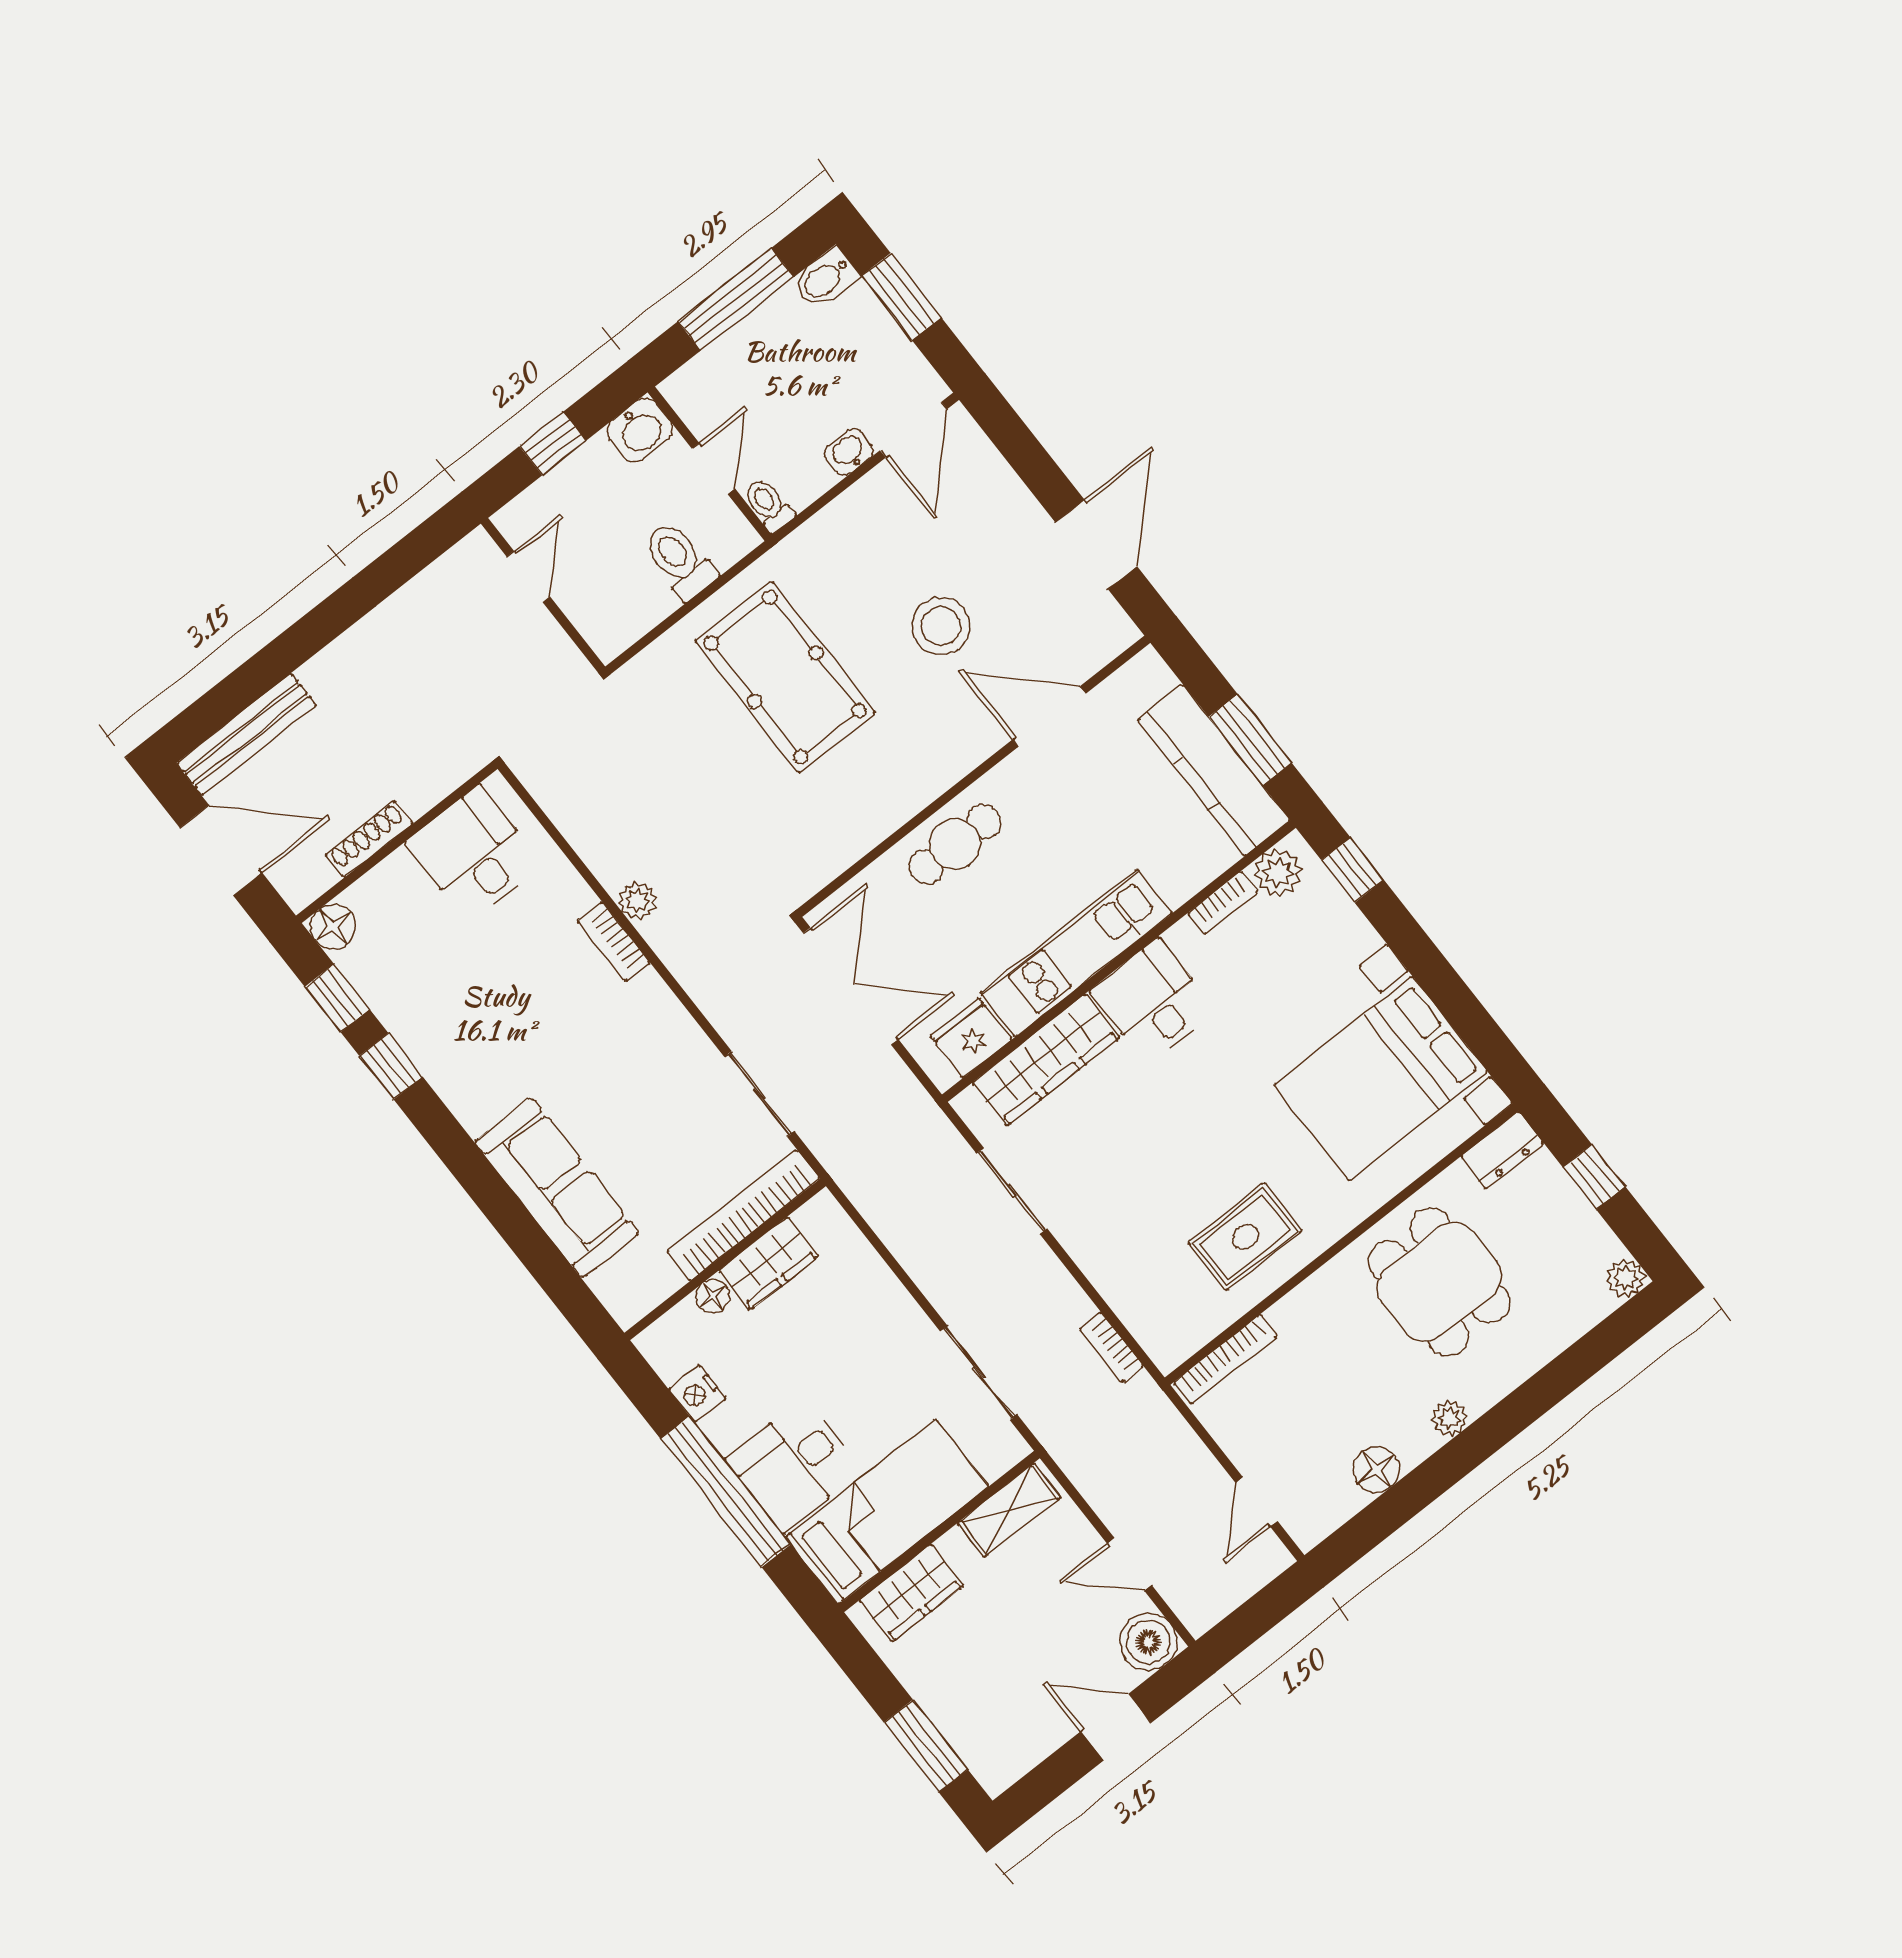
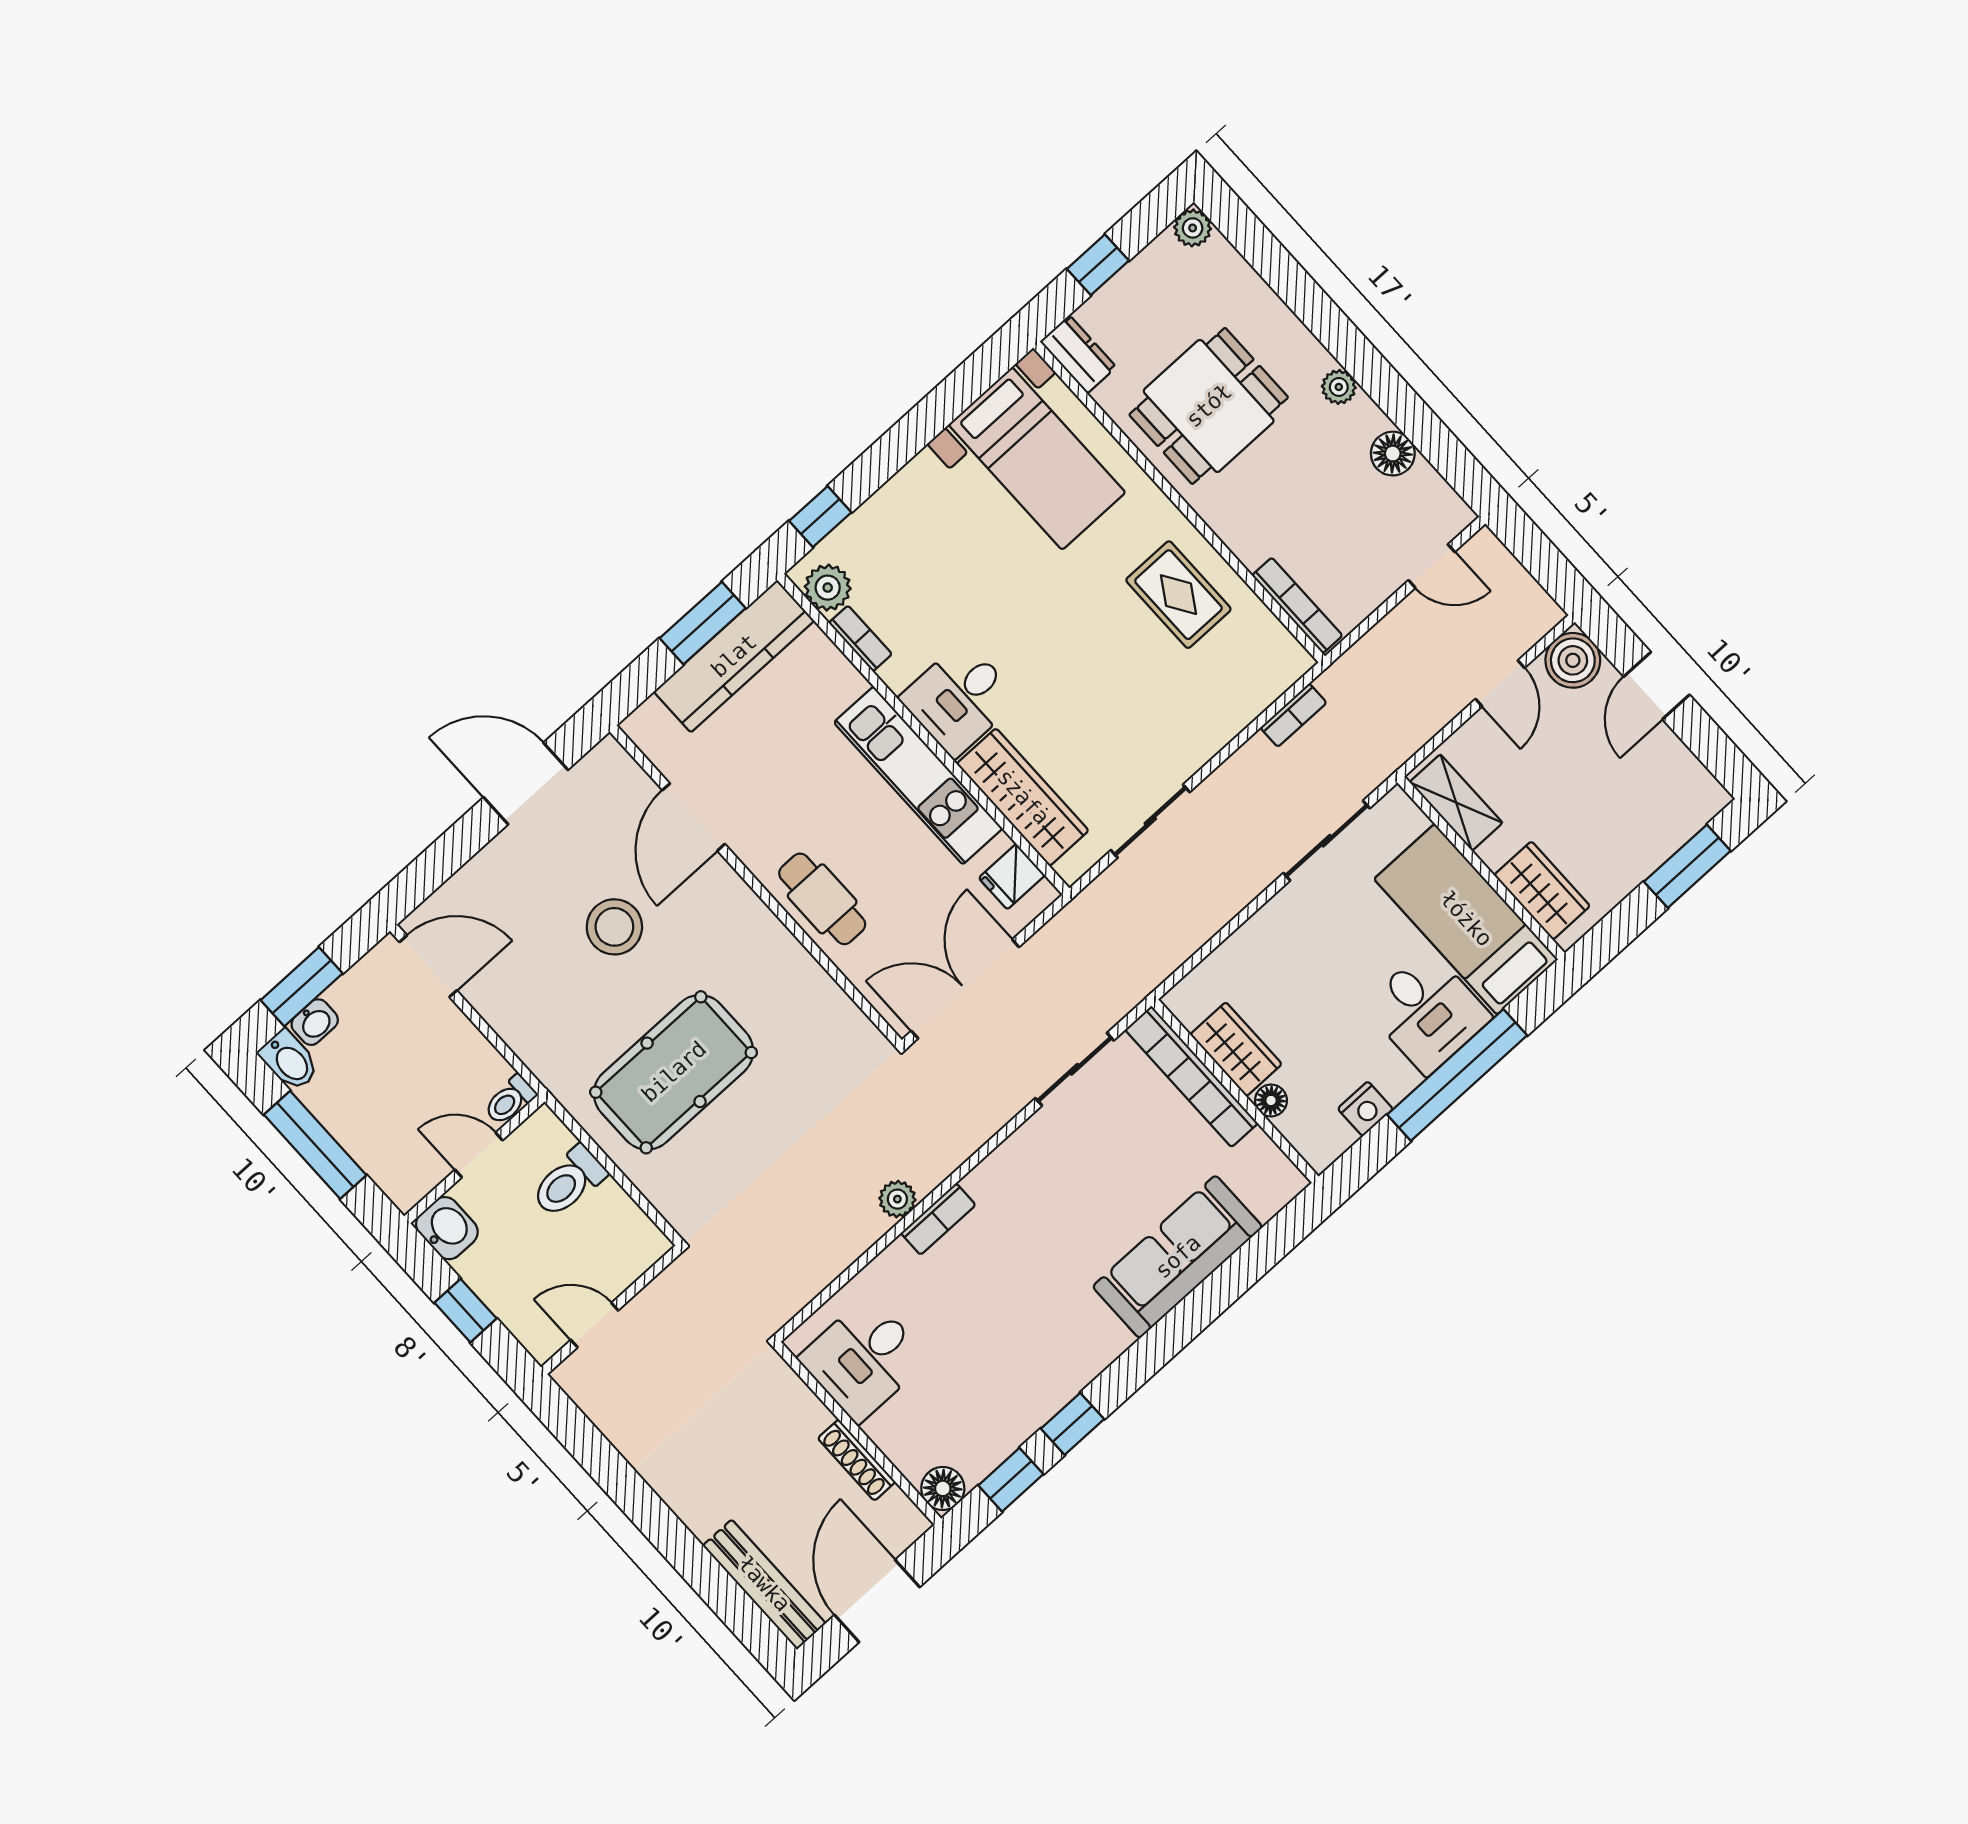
washbasin: (849, 452) -> (315, 1022), moved, turned -90
fridge: (971, 1038) -> (1012, 877), width x0.72
bed with nightstands: (1380, 1078) -> (1037, 458), width x0.73

